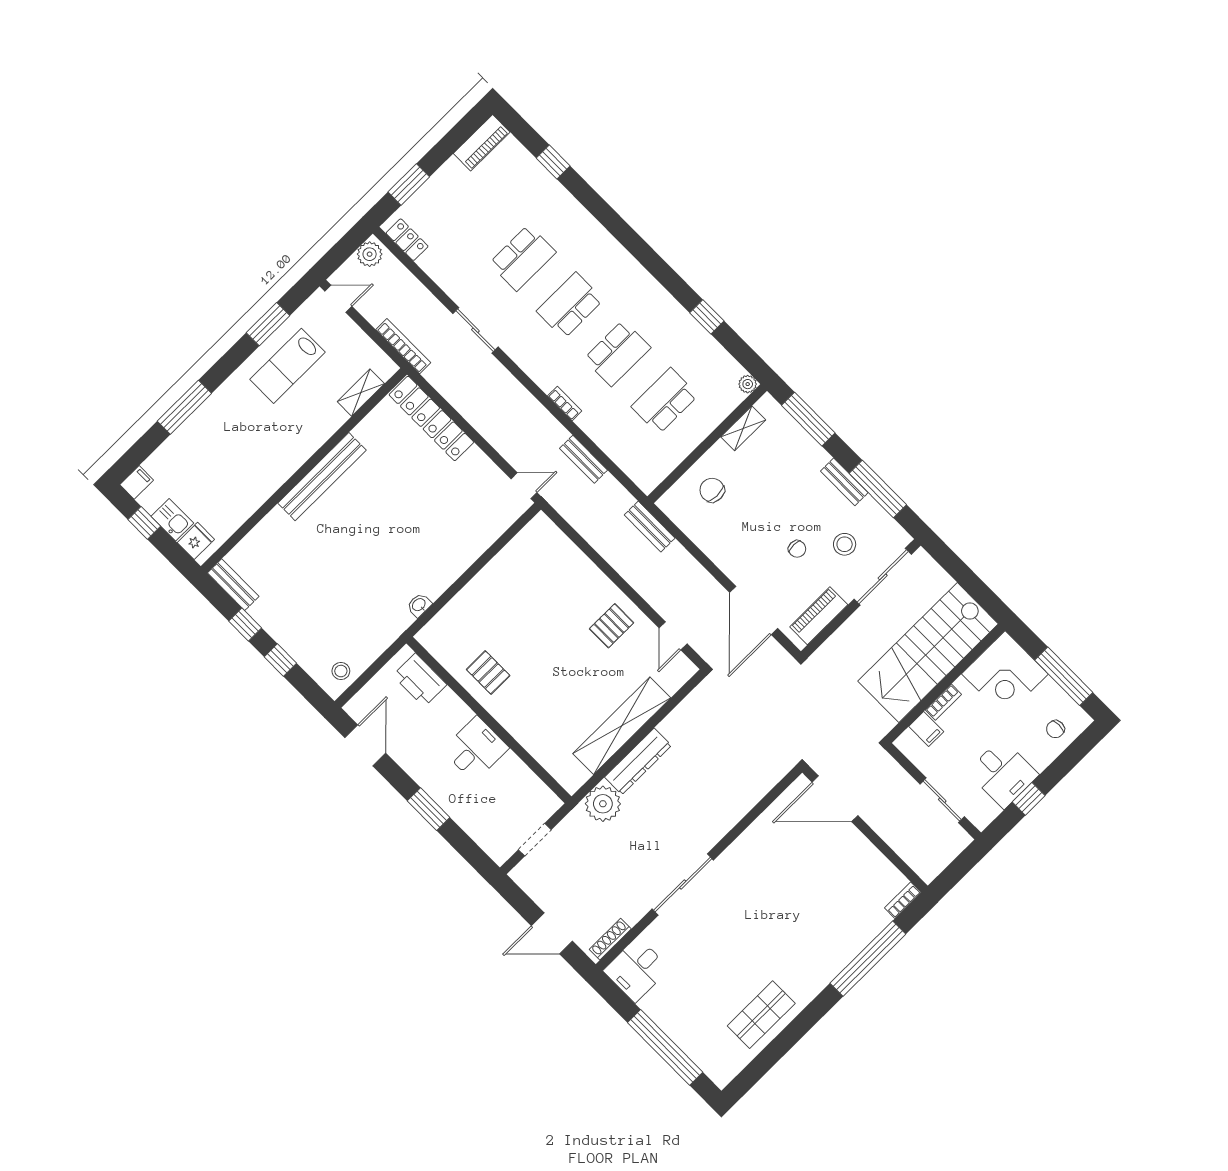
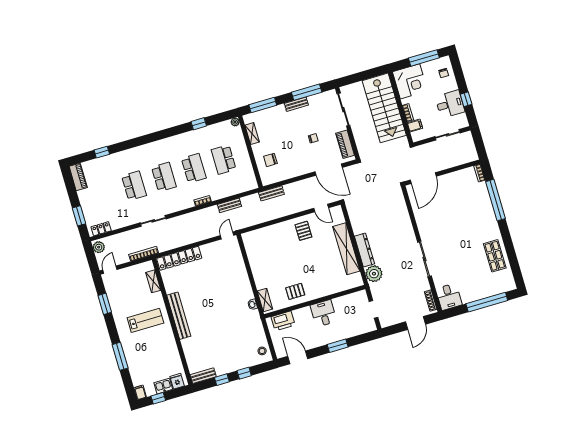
school desk: (570, 305) -> (164, 177), turned 180
lab bench: (287, 366) -> (145, 320), moved, turned -90
stool: (845, 544) -> (322, 118), removed
shelving: (441, 624) -> (265, 300), added

